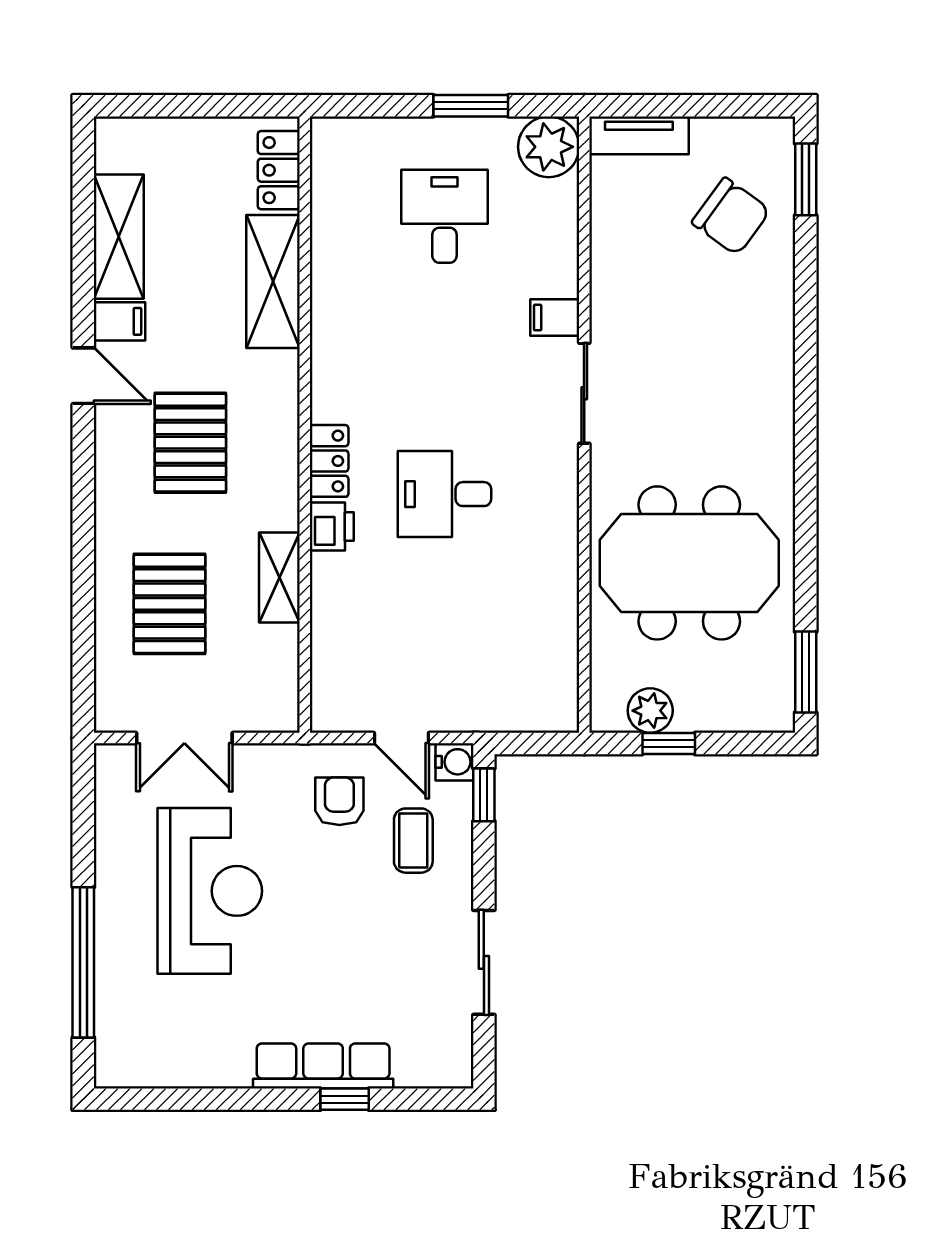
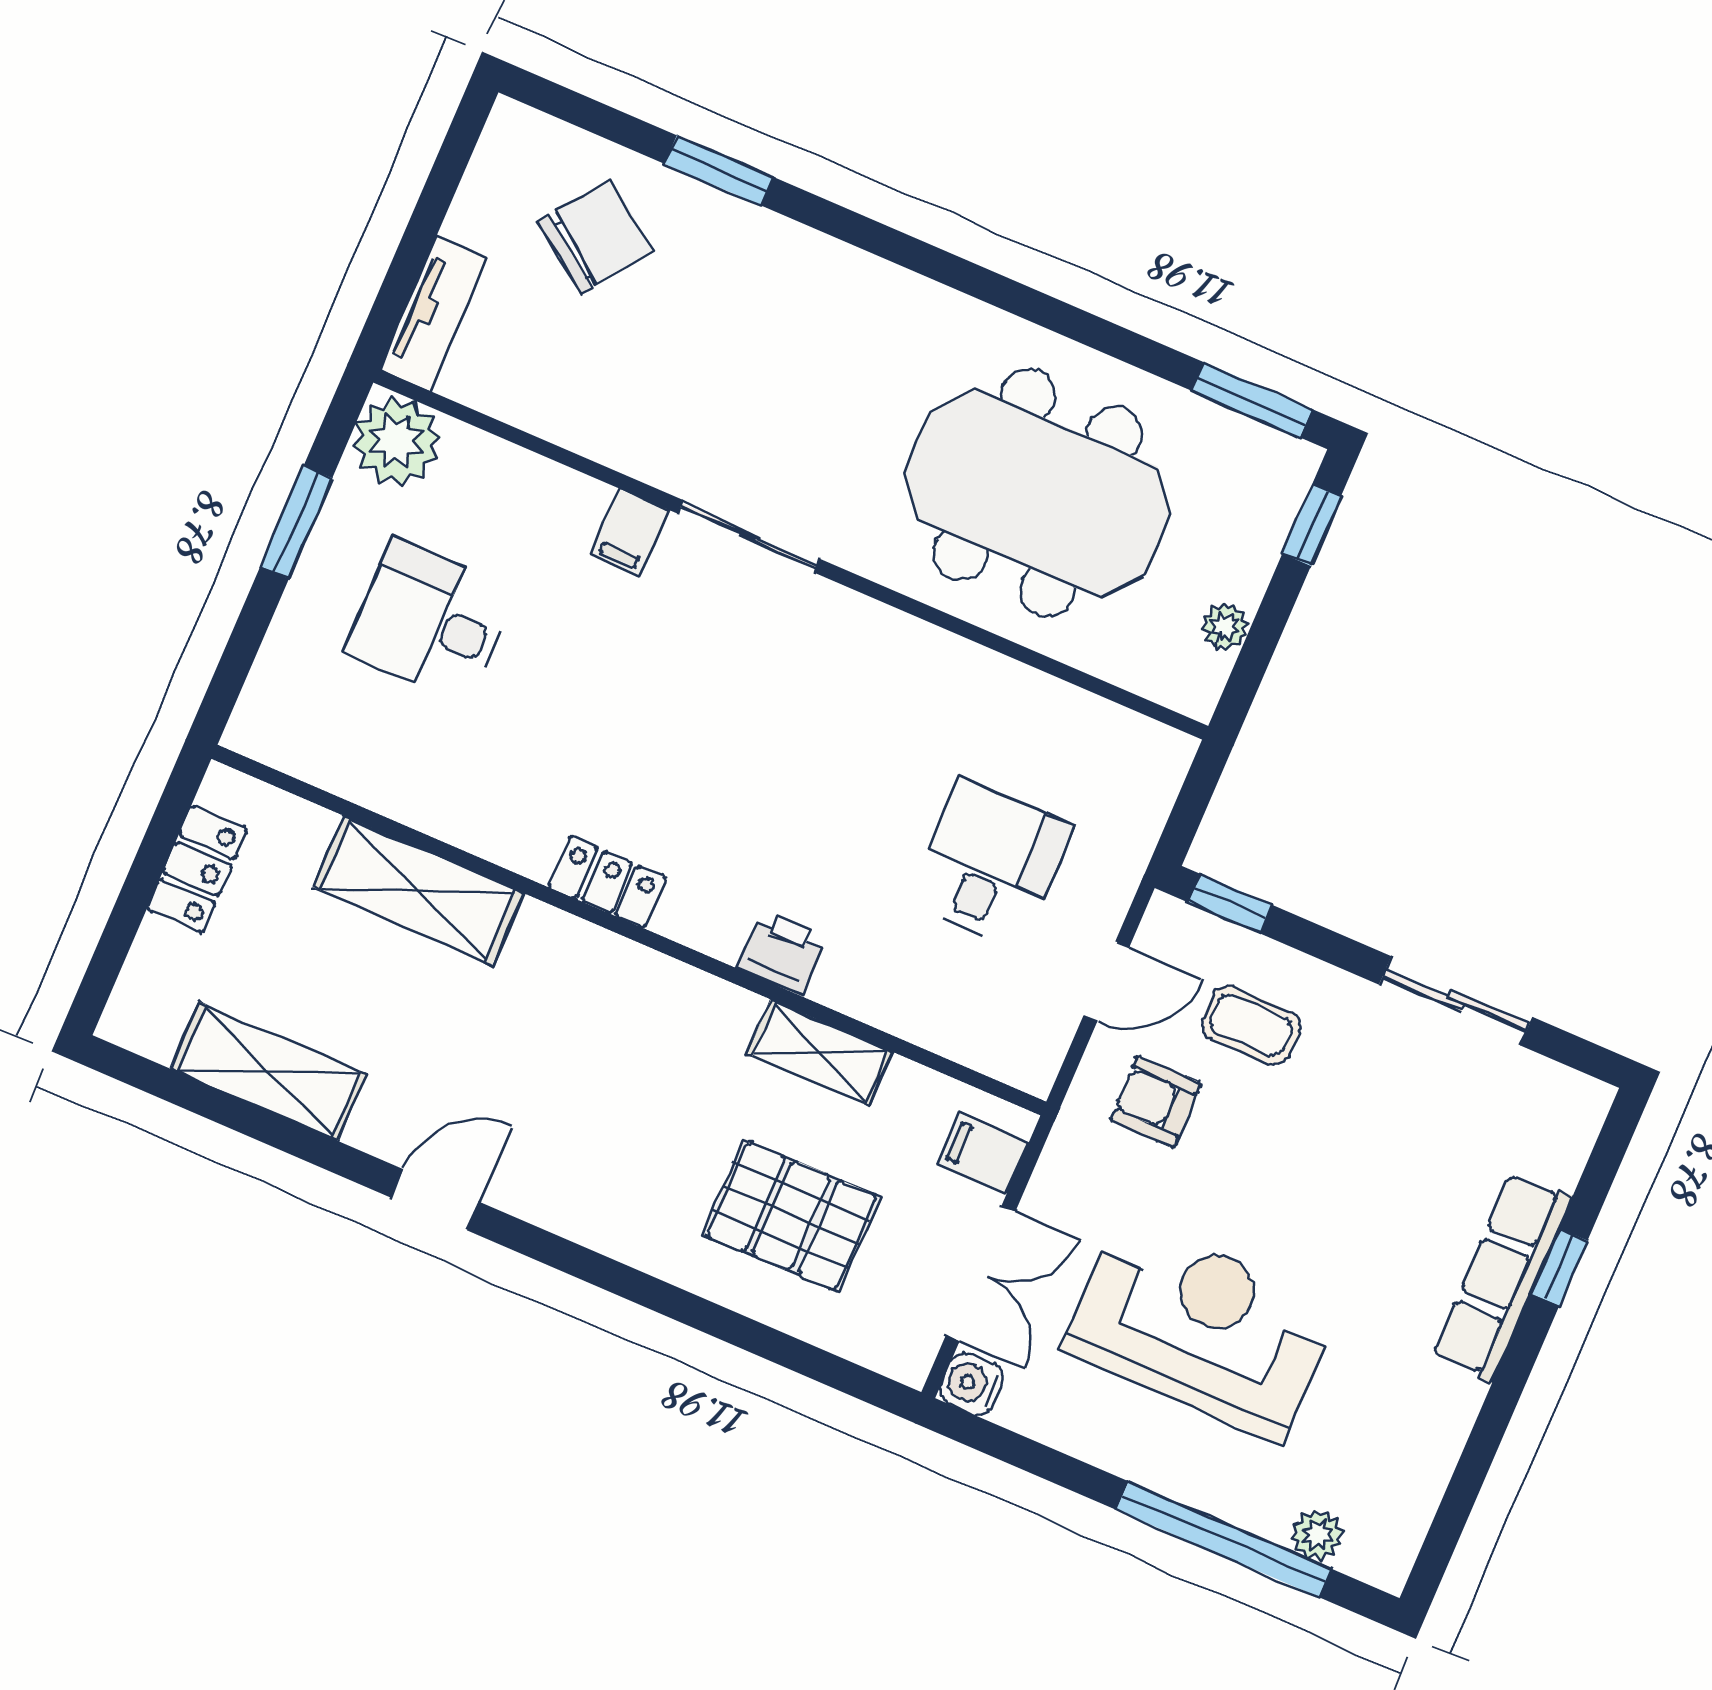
locker: (279, 170) -> (197, 869), moved, turned -90
window: (806, 179) -> (719, 170), moved
filing cabinet: (119, 321) -> (983, 1153), moved, turned -90
pallet: (190, 443) -> (587, 1094), removed
locker: (329, 461) -> (607, 882), moved
desk: (444, 494) -> (990, 863), moved, turned 180
meeting table: (689, 563) -> (1038, 493), turned 90
plant: (650, 711) -> (1225, 626), width x0.73, depth x0.73
window: (669, 743) -> (1312, 525), moved
water cooler: (455, 762) -> (971, 1384), moved, turned -90
plant: (111, 1020) -> (1317, 1535), added

